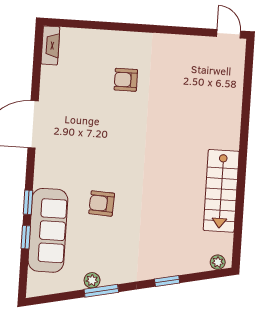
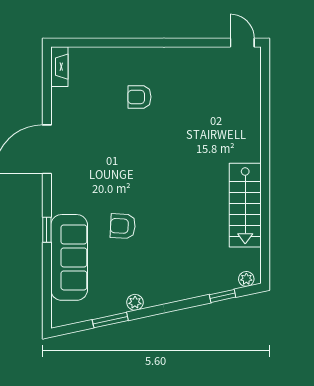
window: (26, 237) -> (47, 266), removed
plant: (92, 280) -> (135, 302), moved
window: (167, 281) -> (223, 296), moved
window: (101, 291) -> (110, 320), moved

